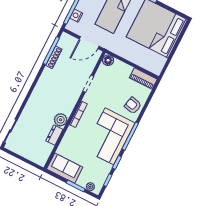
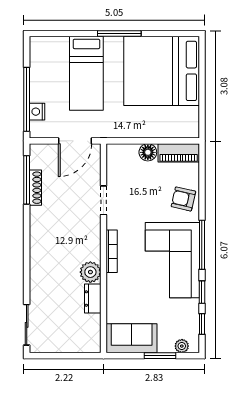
floor lamp: (108, 60) -> (148, 152), moved

